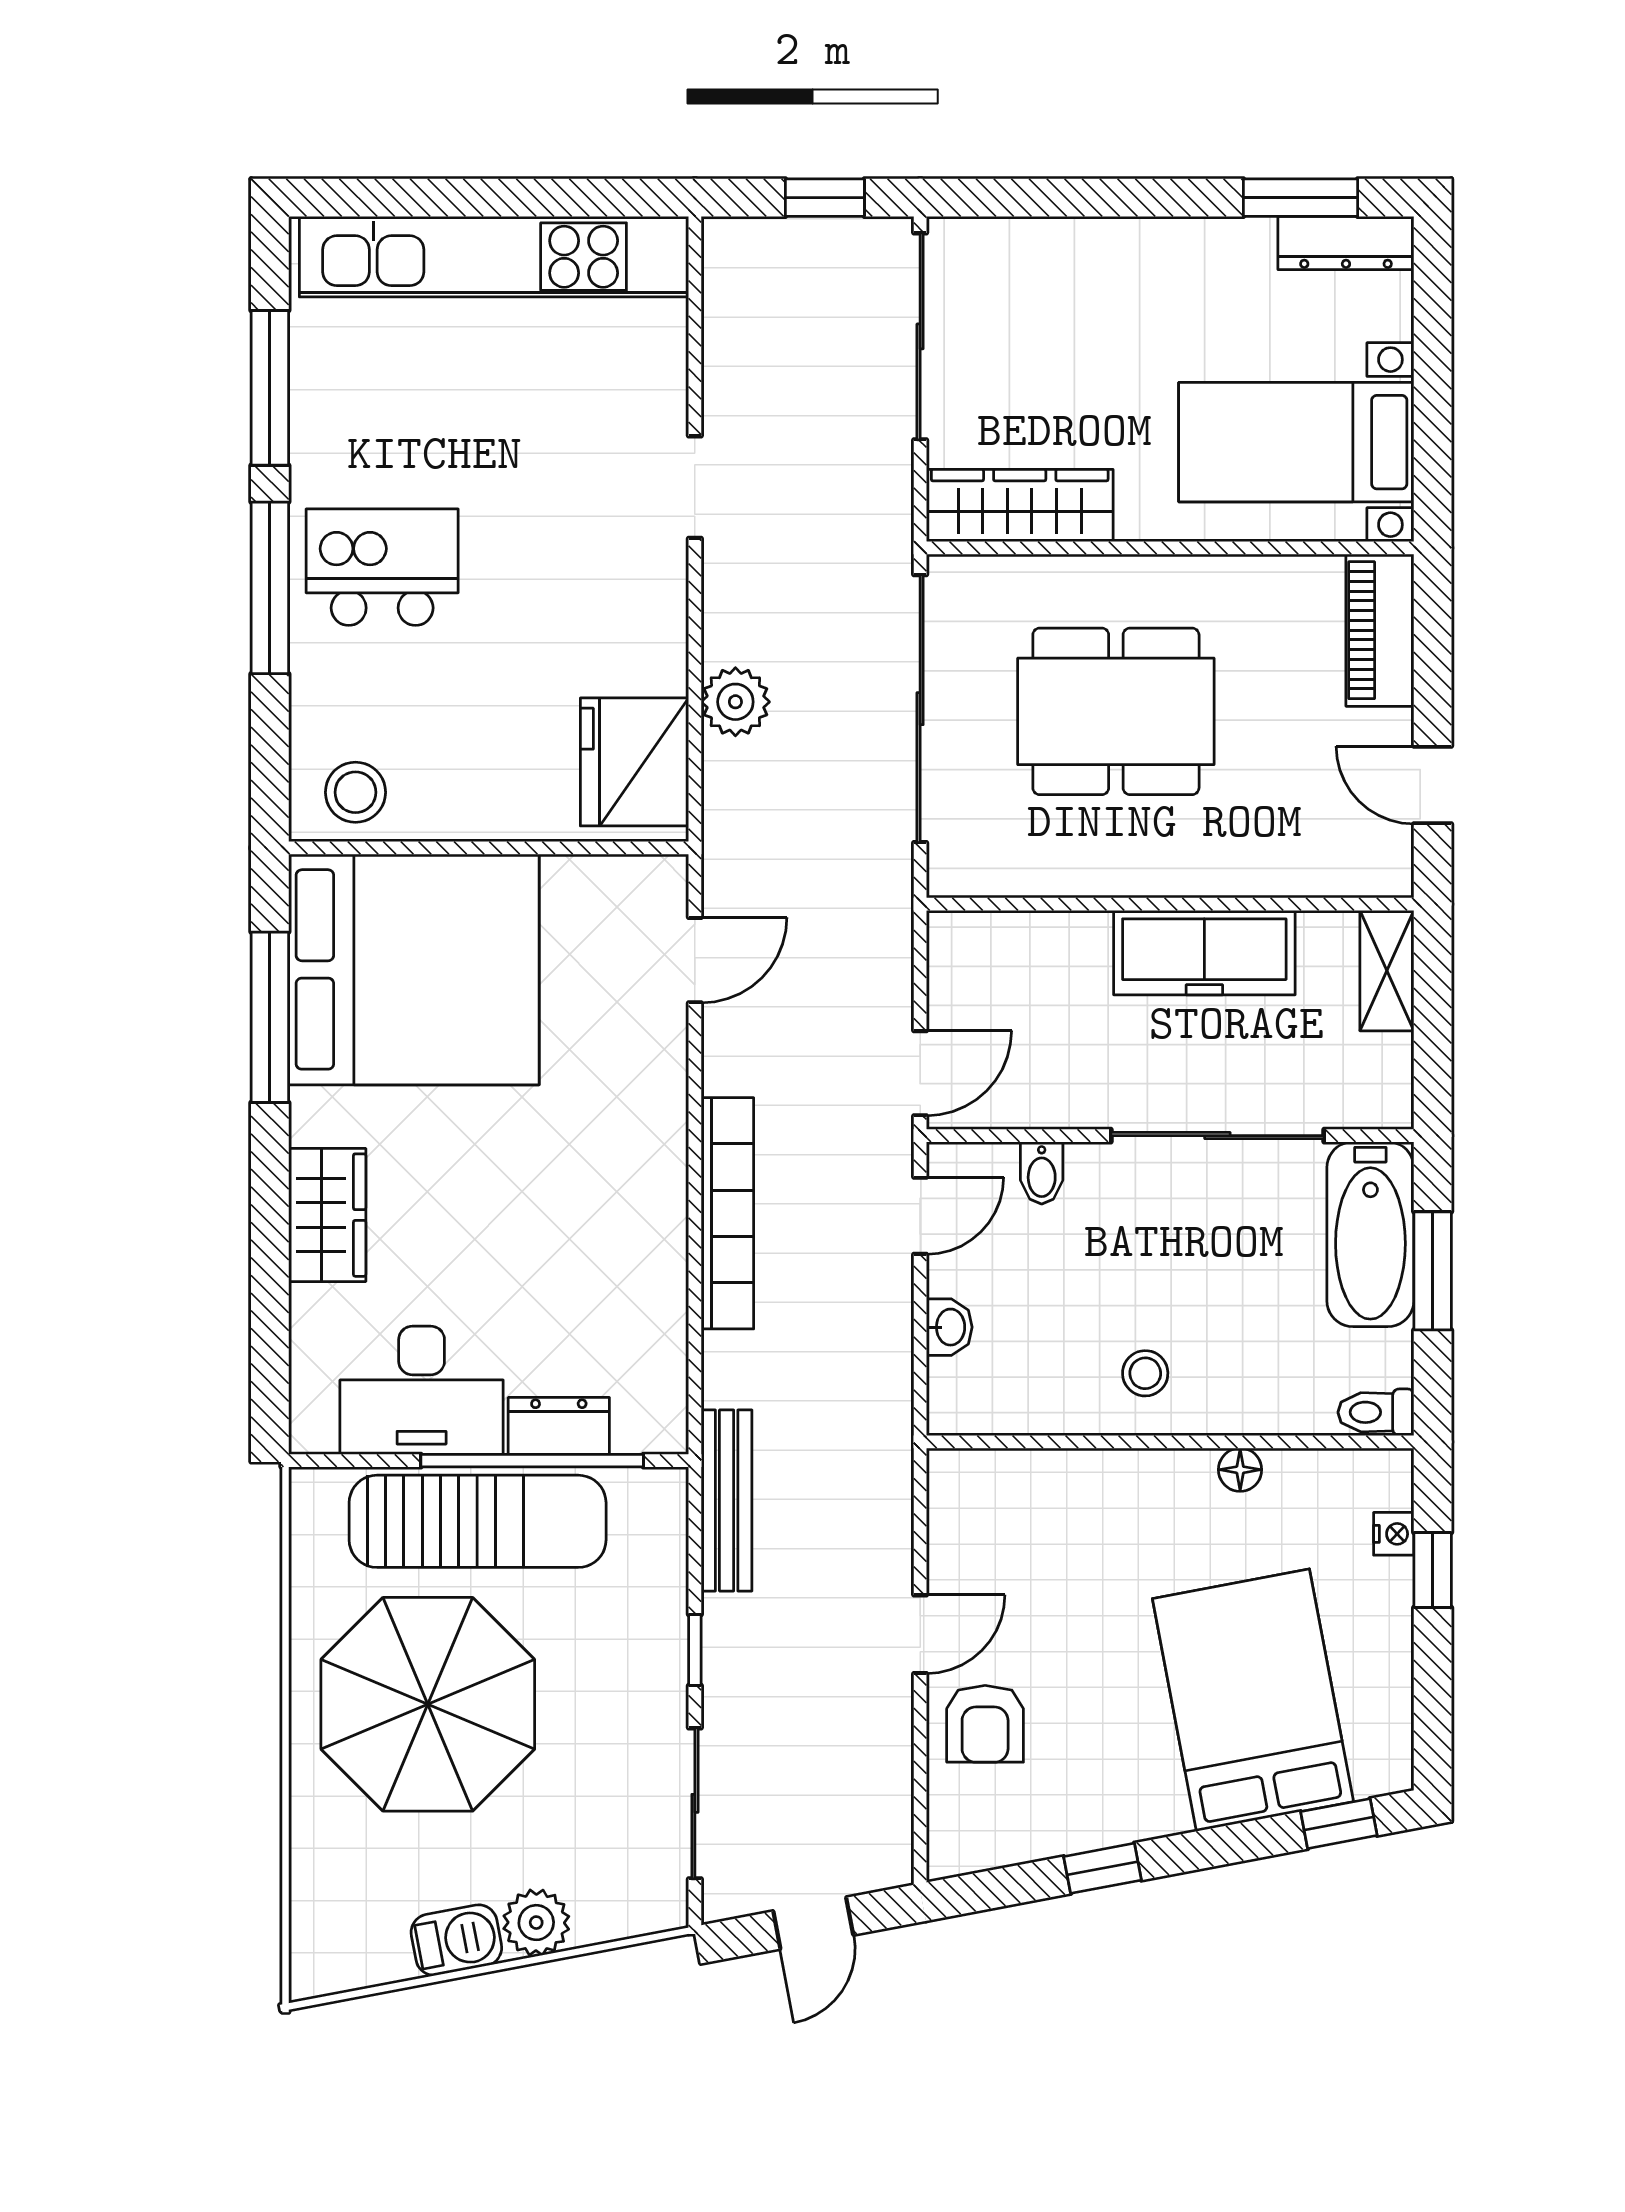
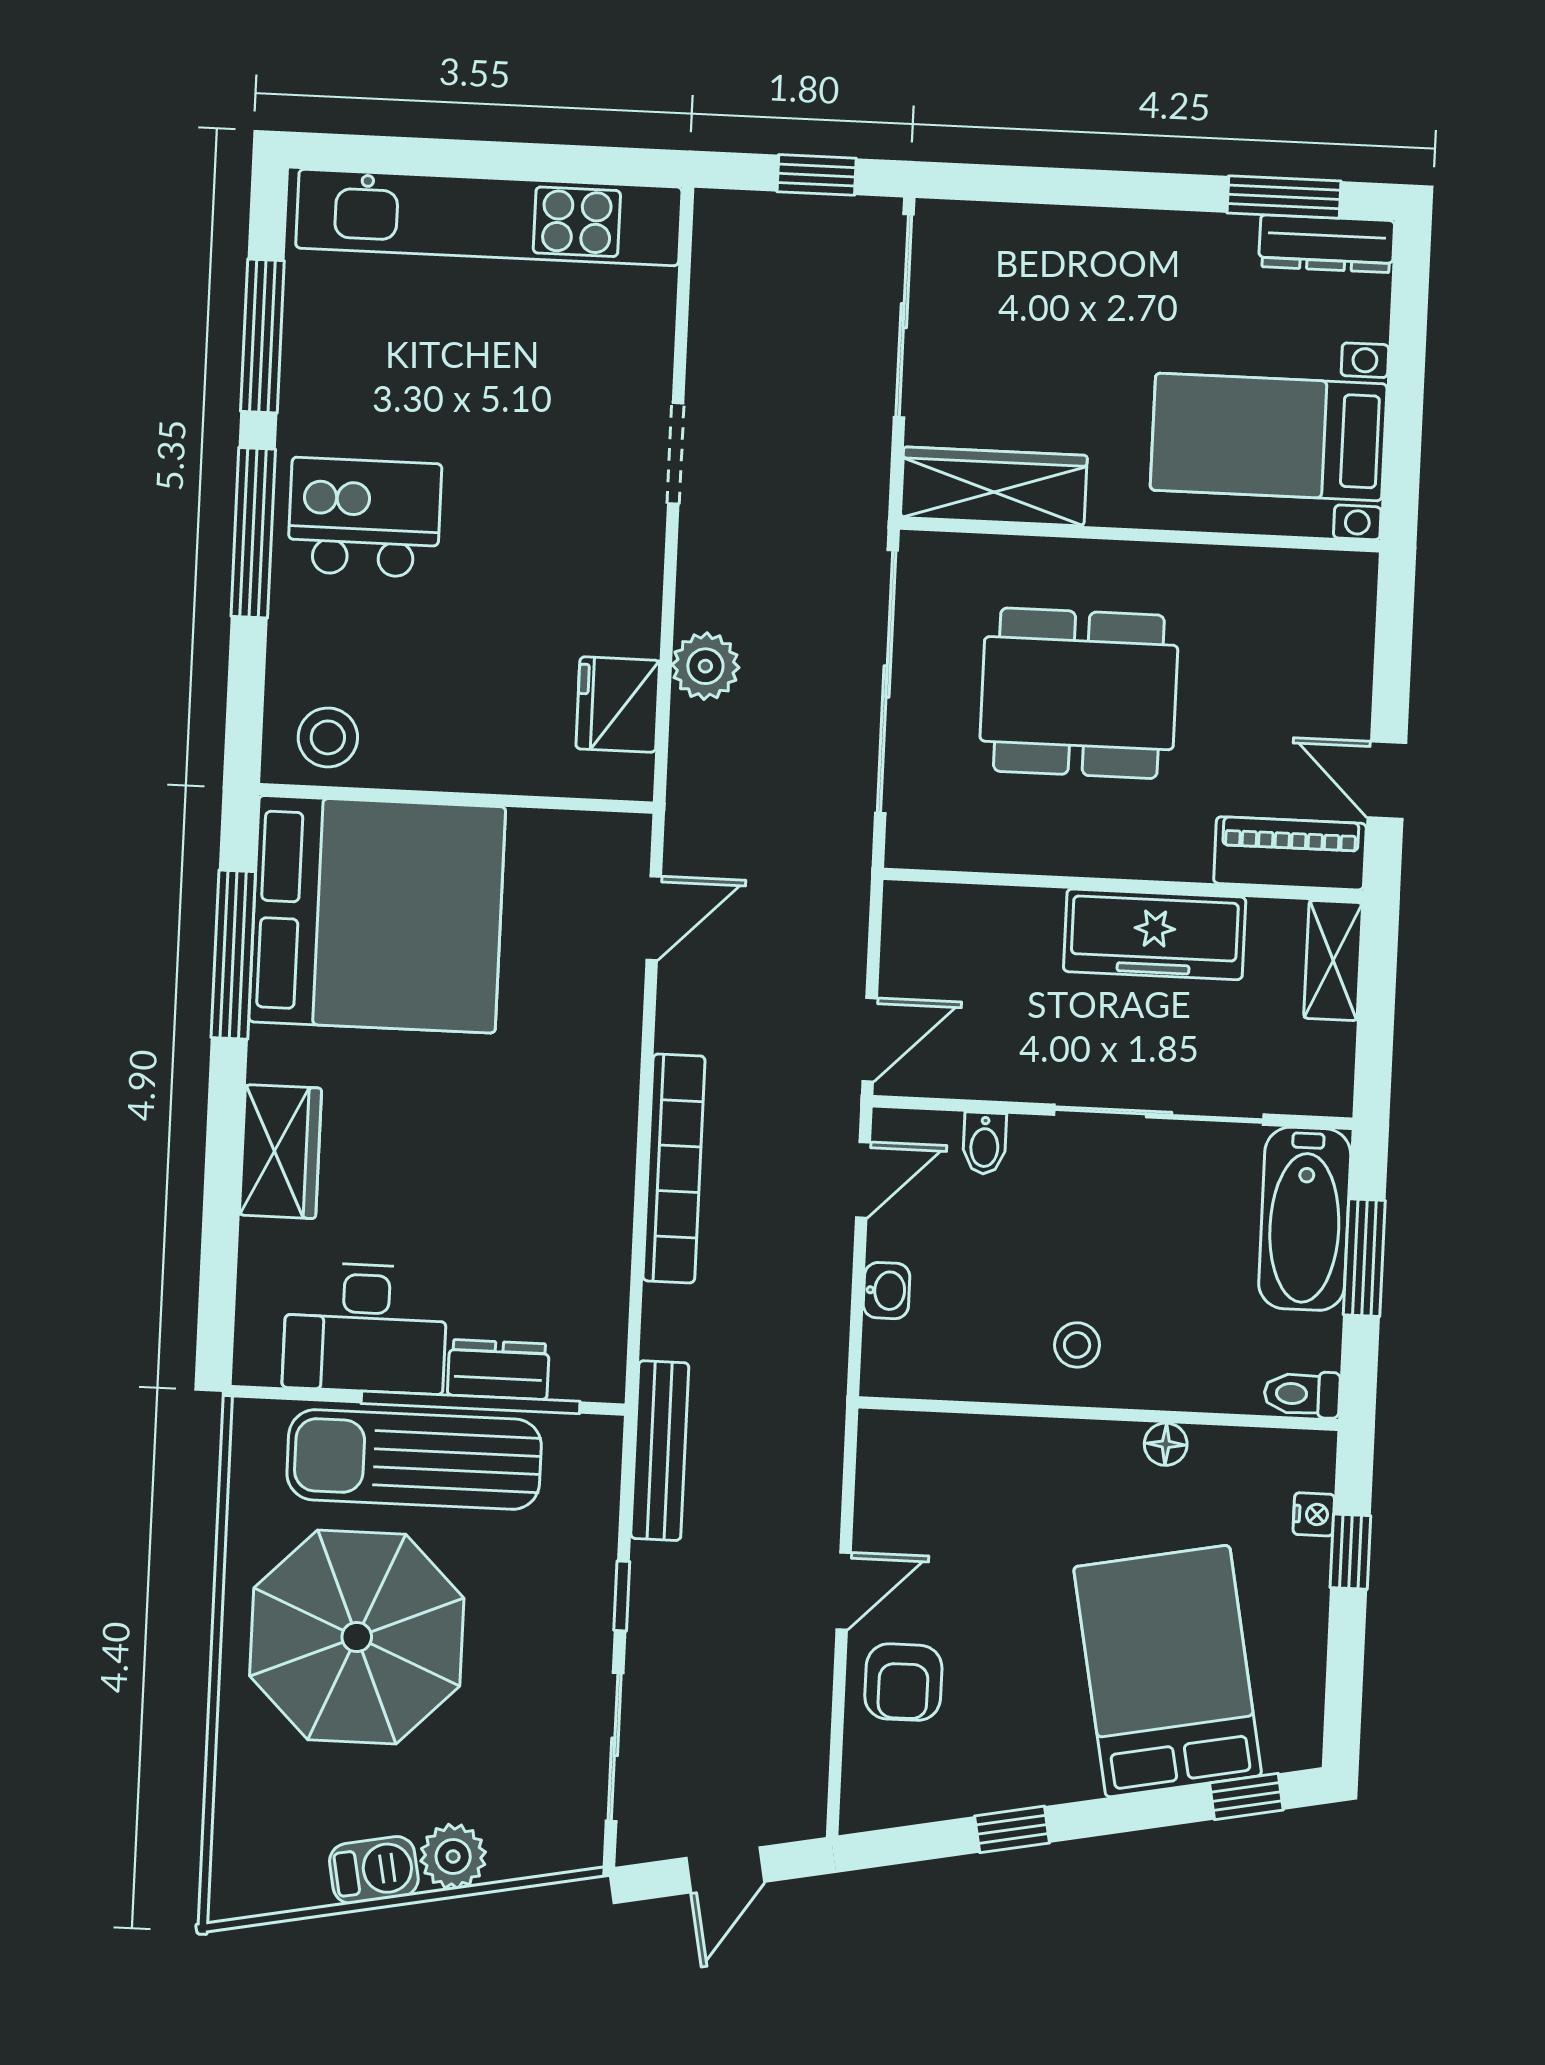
piano: (1380, 630) -> (1290, 853), moved, turned 90
fridge: (635, 762) -> (618, 705), width x0.73, depth x0.75
sun lounger: (478, 1521) -> (414, 1459), turned 180

